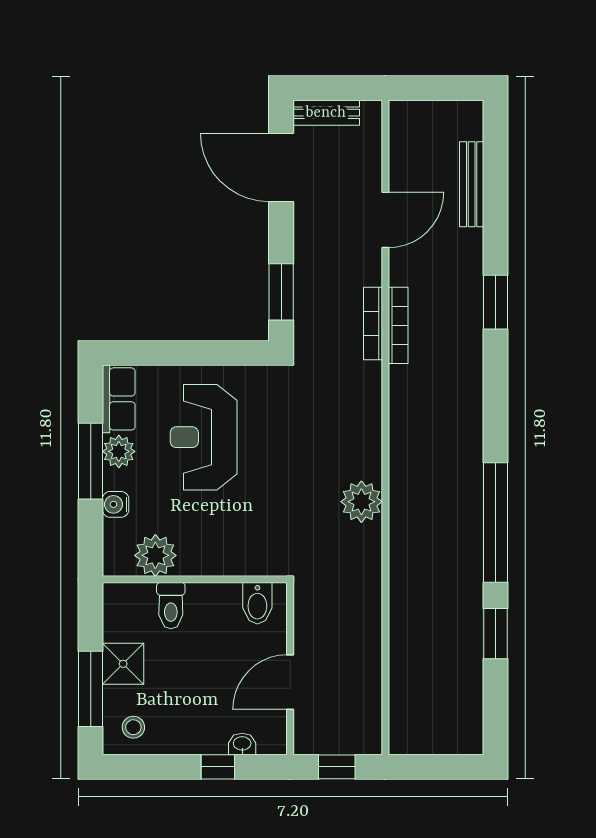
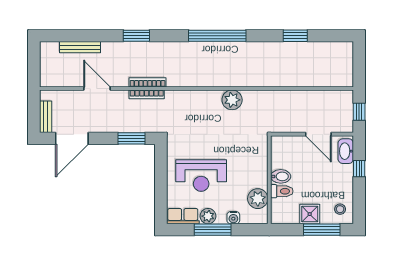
window: (495, 523) -> (217, 36), moved
bidet: (257, 603) -> (281, 176), moved
washbasin: (242, 744) -> (346, 151), width x1.91, depth x1.45

